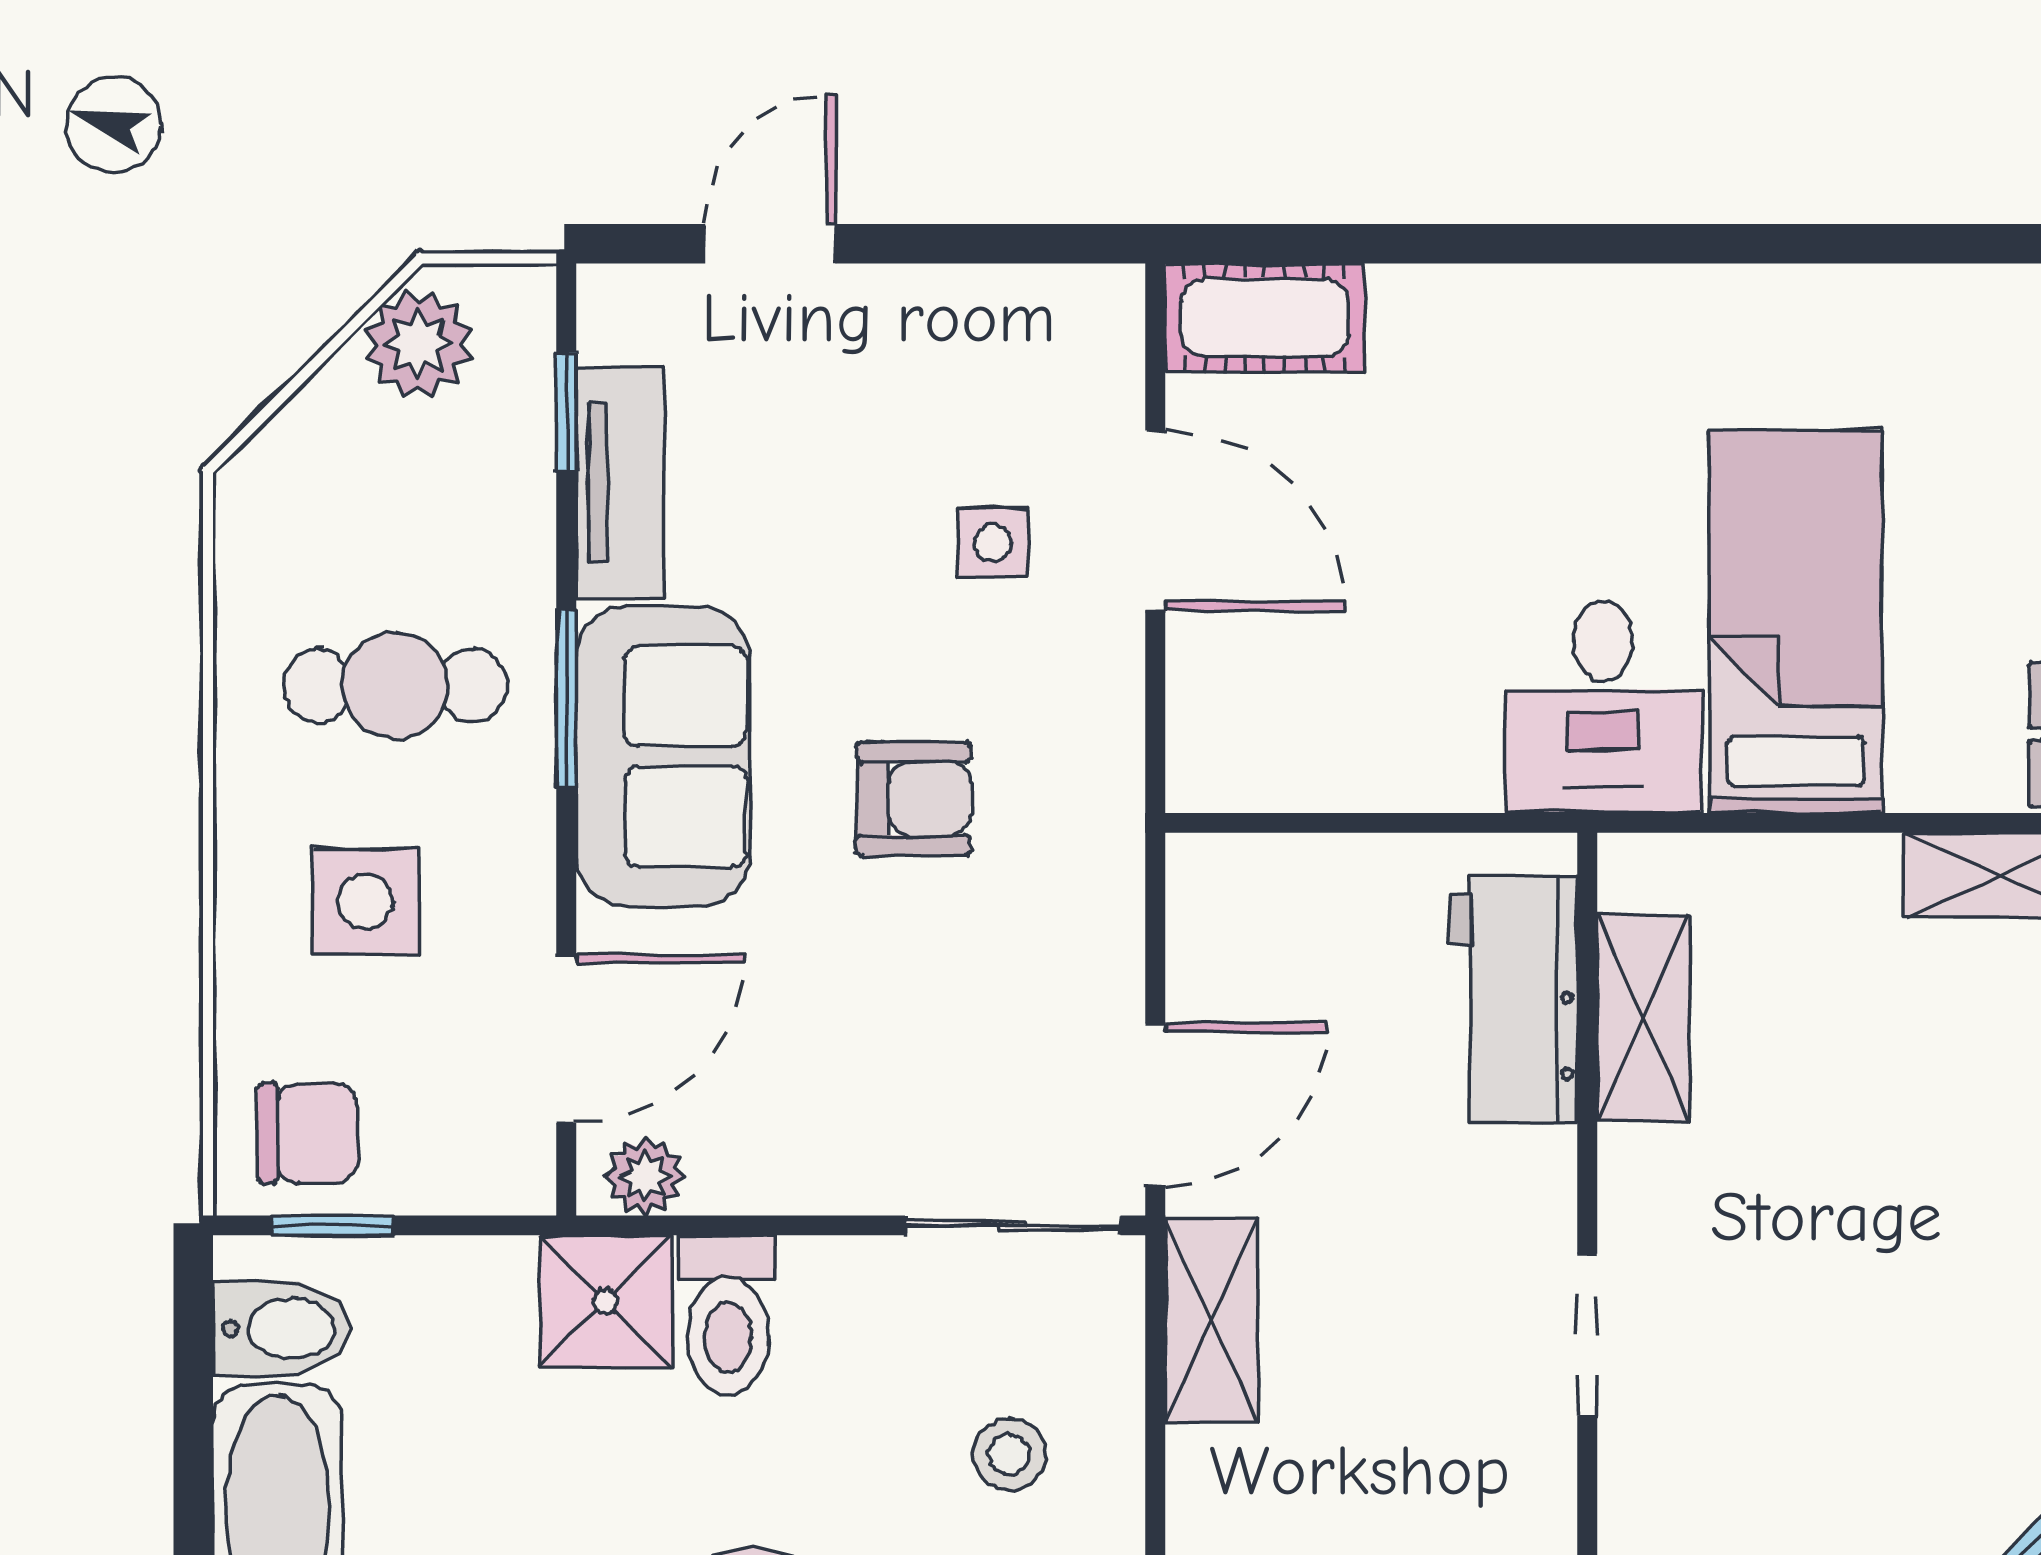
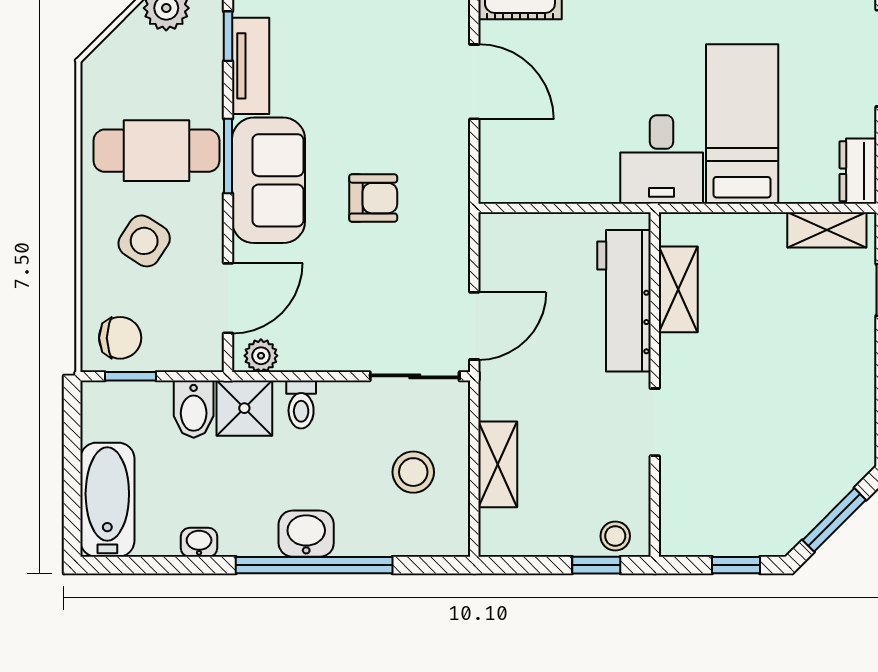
side table: (992, 543) -> (406, 91), removed
cafe table: (395, 686) -> (156, 151), width x1.37, depth x1.35
side table: (366, 901) -> (144, 241), turned 33
workbench: (1514, 998) -> (624, 301), width x1.38
toilet: (728, 1315) -> (301, 404), width x0.73, depth x0.72
shelving: (1211, 1320) -> (498, 464), moved
bidet: (282, 1328) -> (194, 409), moved, turned 90
stool: (1009, 1455) -> (413, 472), width x1.37, depth x1.37

